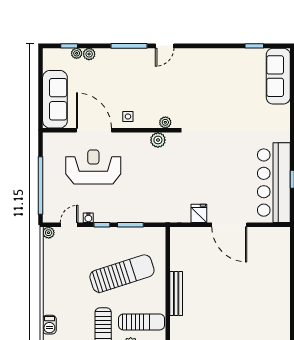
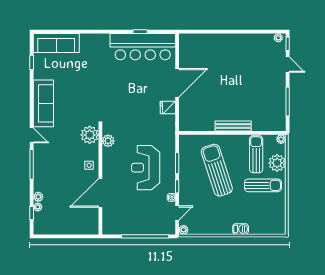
sofa: (55, 99) -> (43, 103), moved, turned 90
plant: (165, 122) -> (90, 135), width x1.88, depth x1.88
reception desk: (93, 167) -> (146, 168), moved
door: (69, 225) -> (177, 213), swing flipped
barbecue: (49, 325) -> (241, 229), moved

